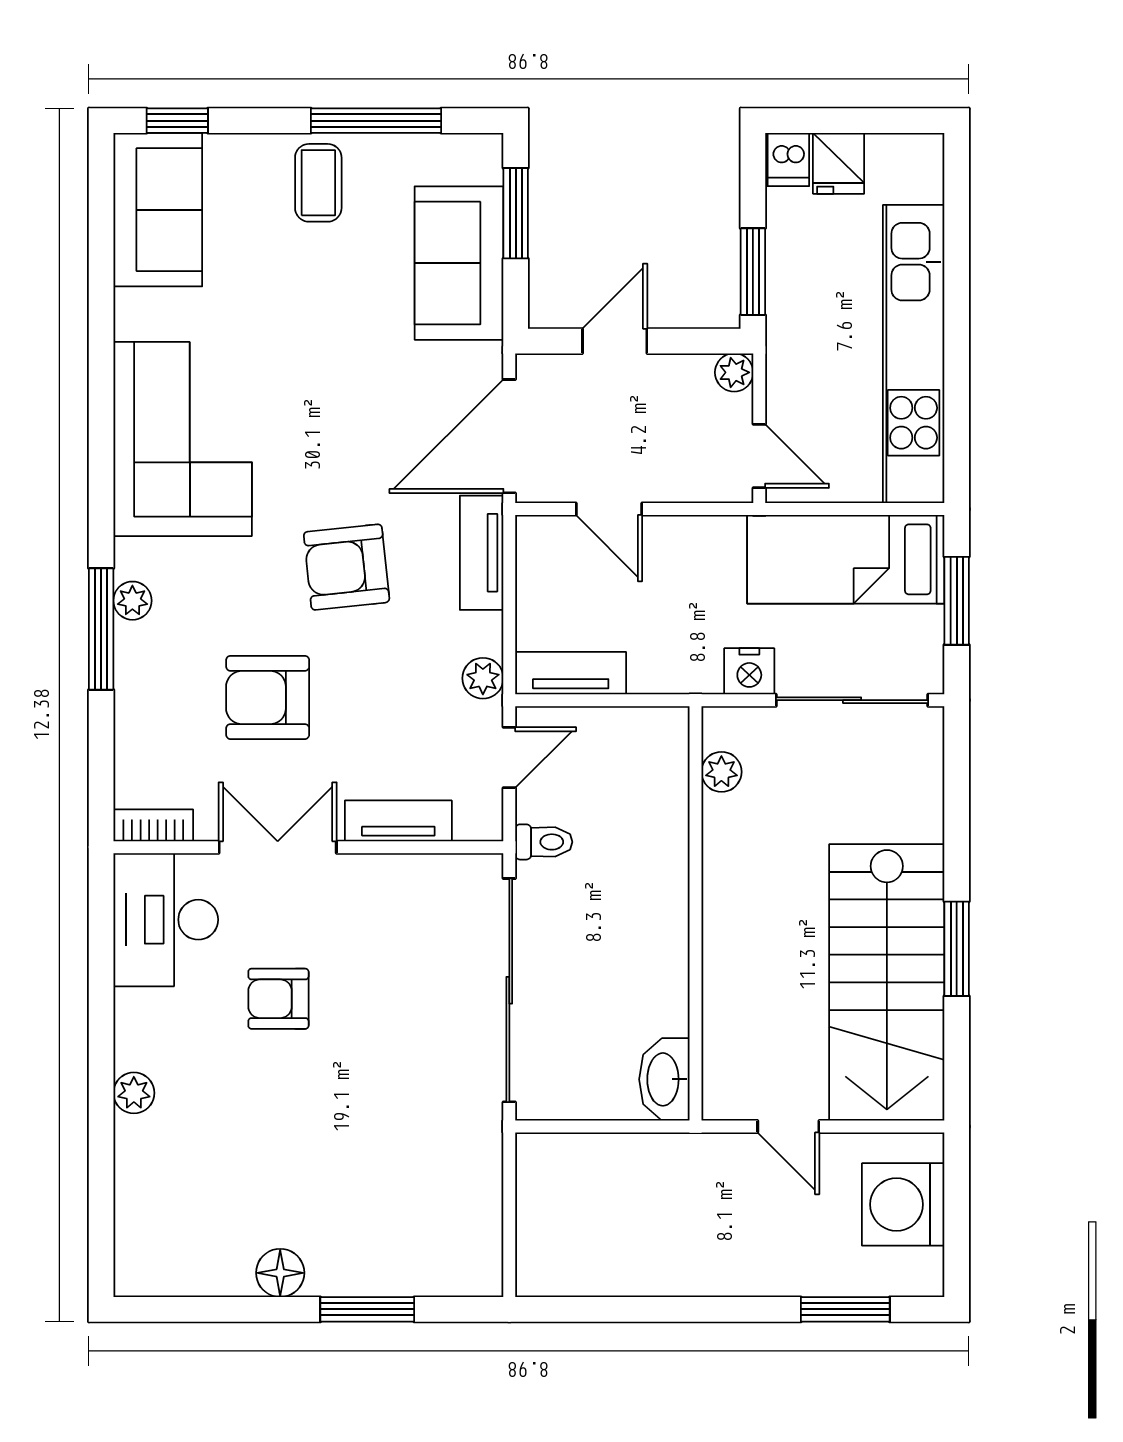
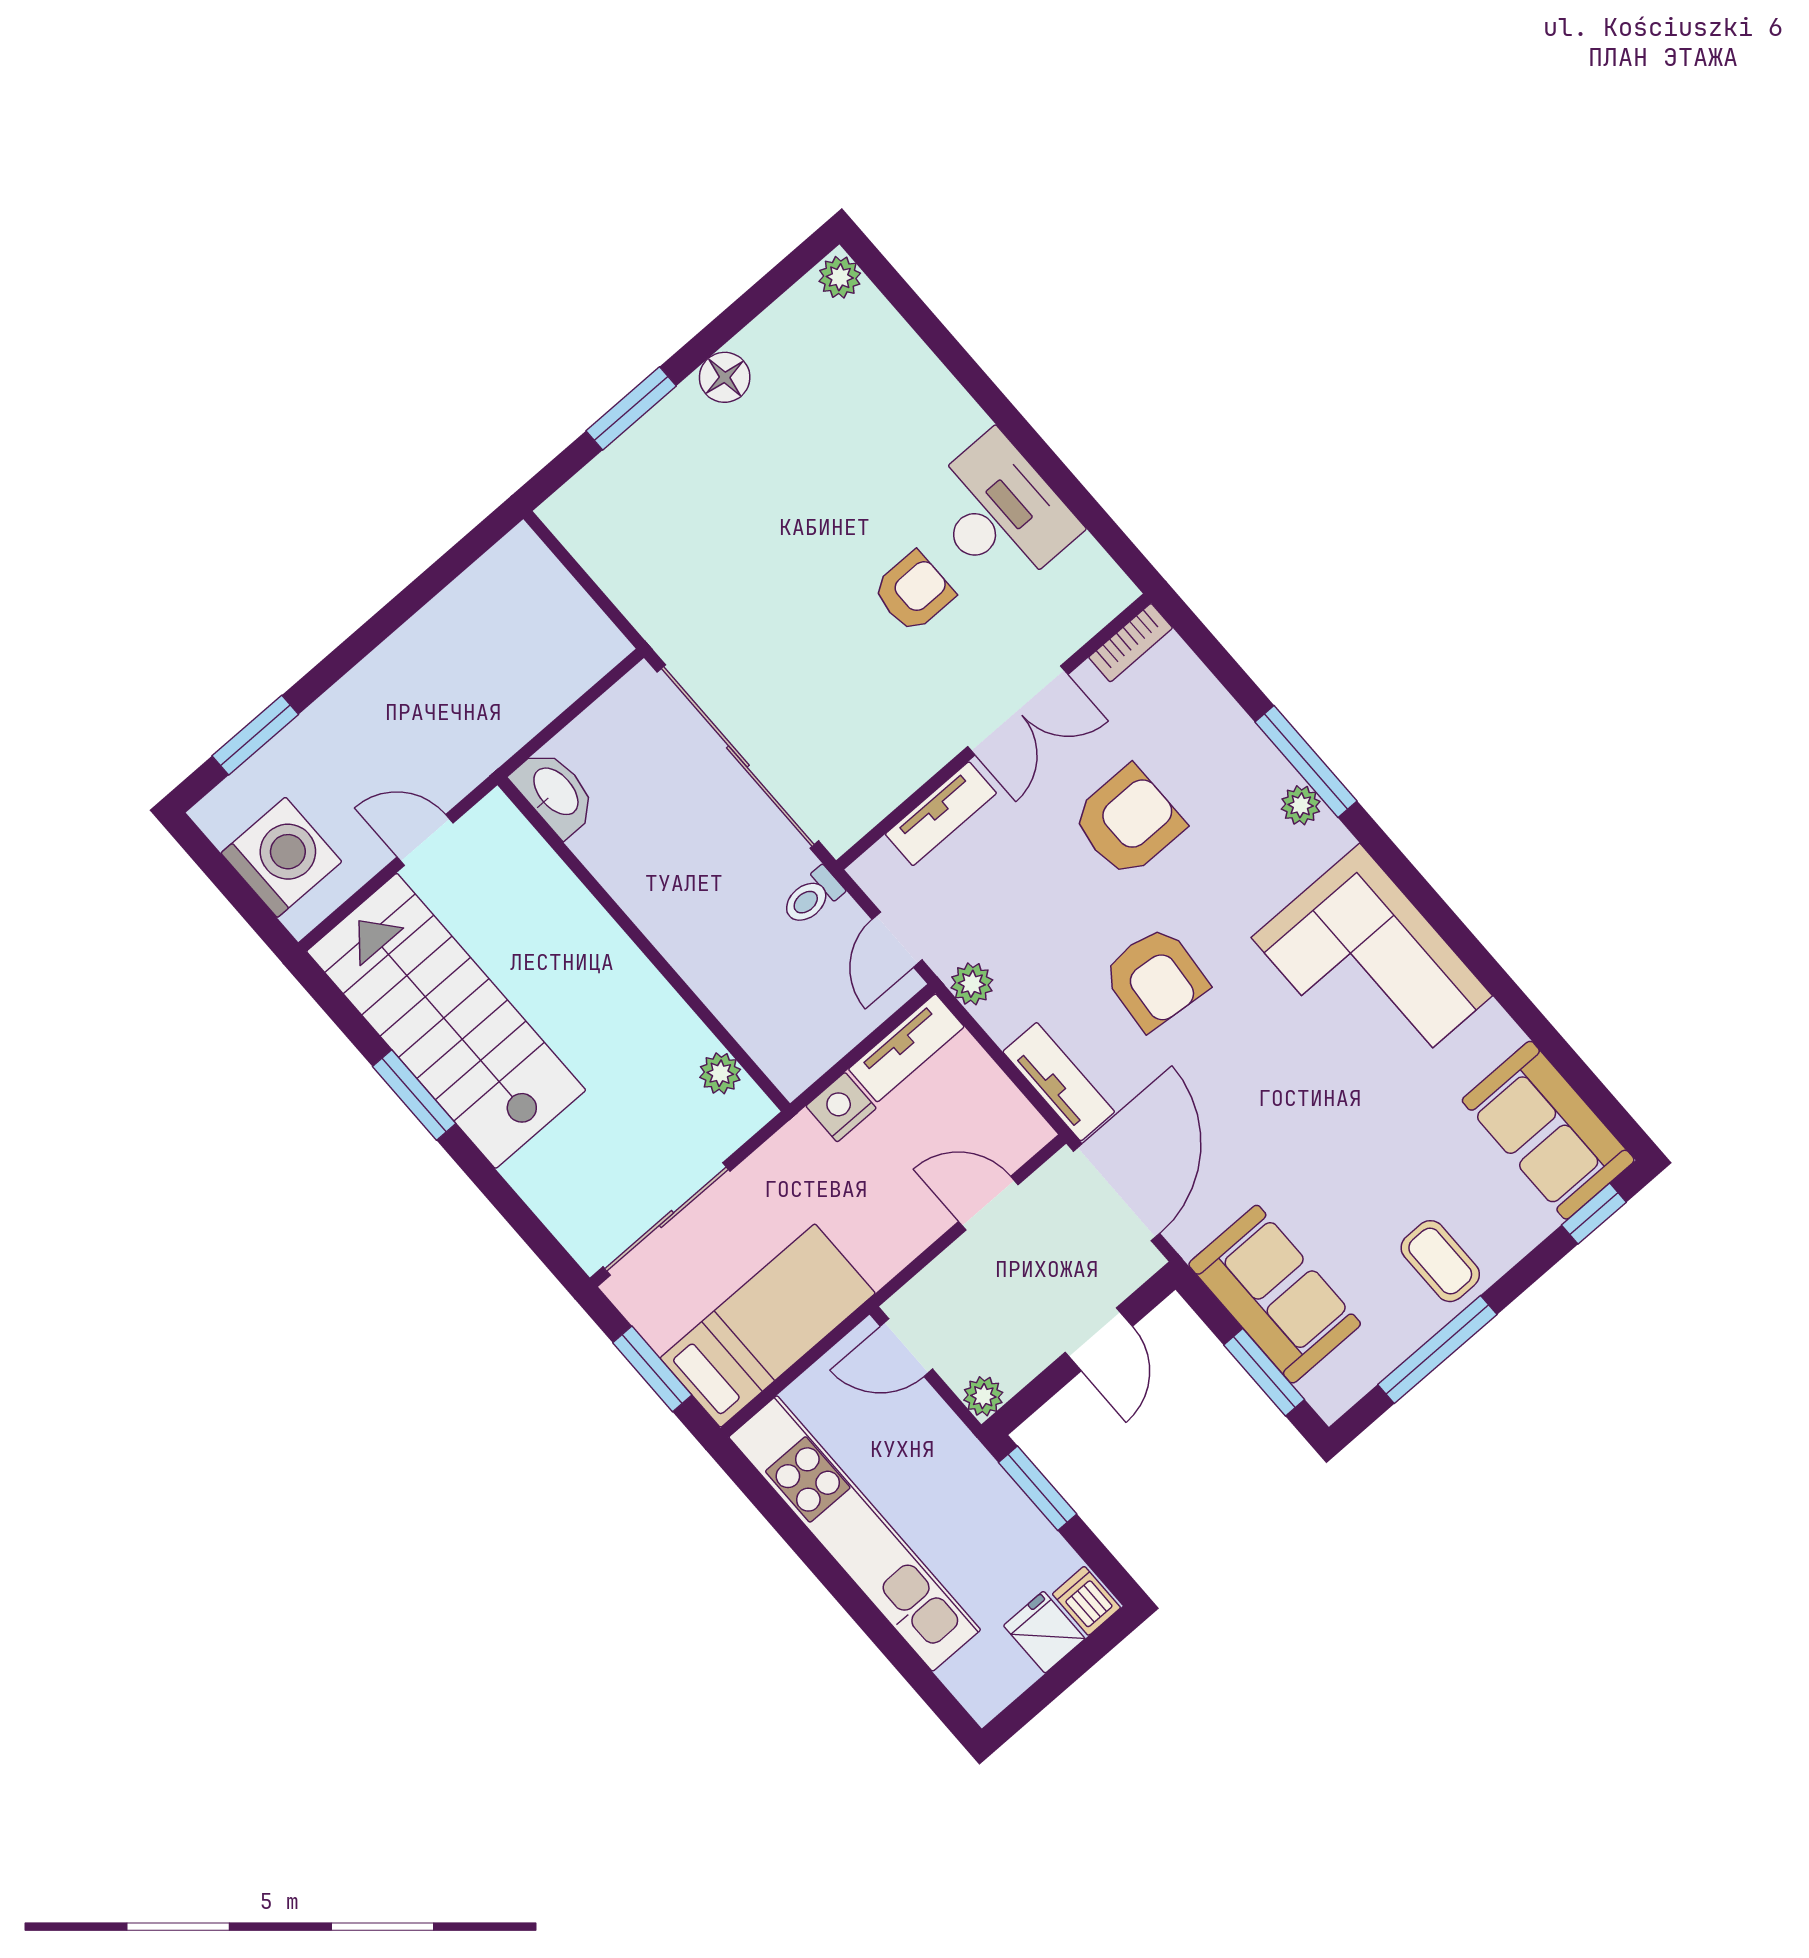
armchair: (347, 567) -> (1155, 978), turned 101
nightstand: (749, 671) -> (841, 1107), moved
desk: (166, 920) -> (1000, 512), moved
plant: (134, 1093) -> (840, 277), moved

